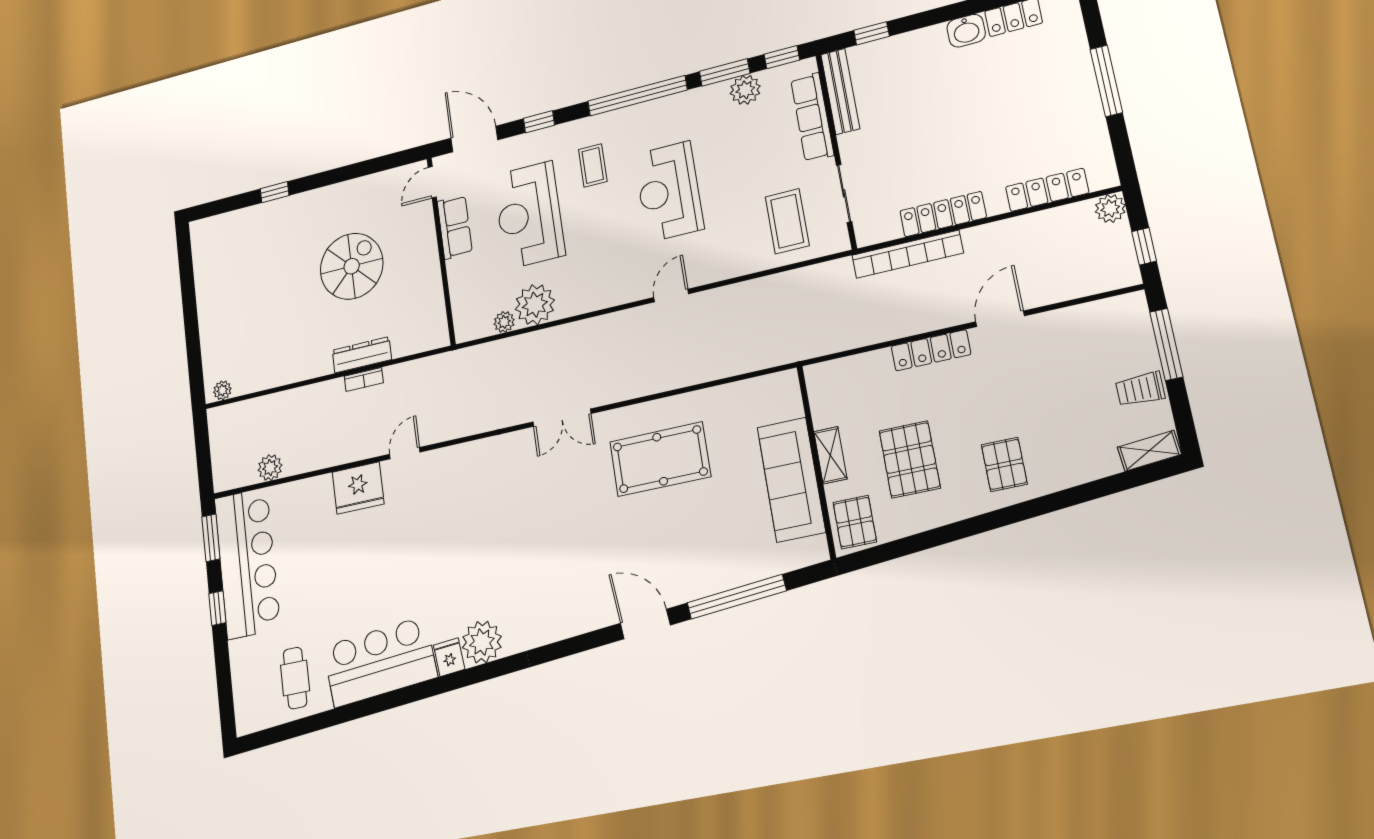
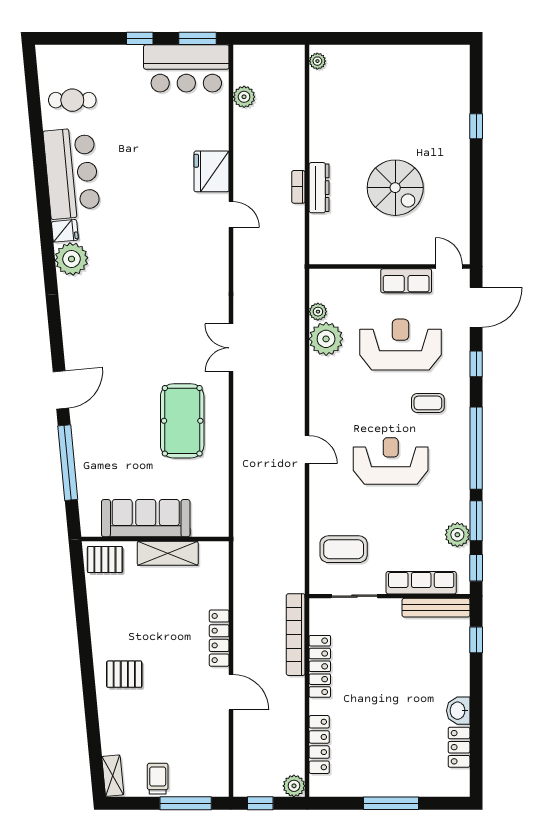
shelving: (830, 455) -> (168, 553), width x1.50, depth x1.33
pallet: (910, 459) -> (142, 608), removed
bar counter: (247, 563) -> (186, 68), width x0.73

